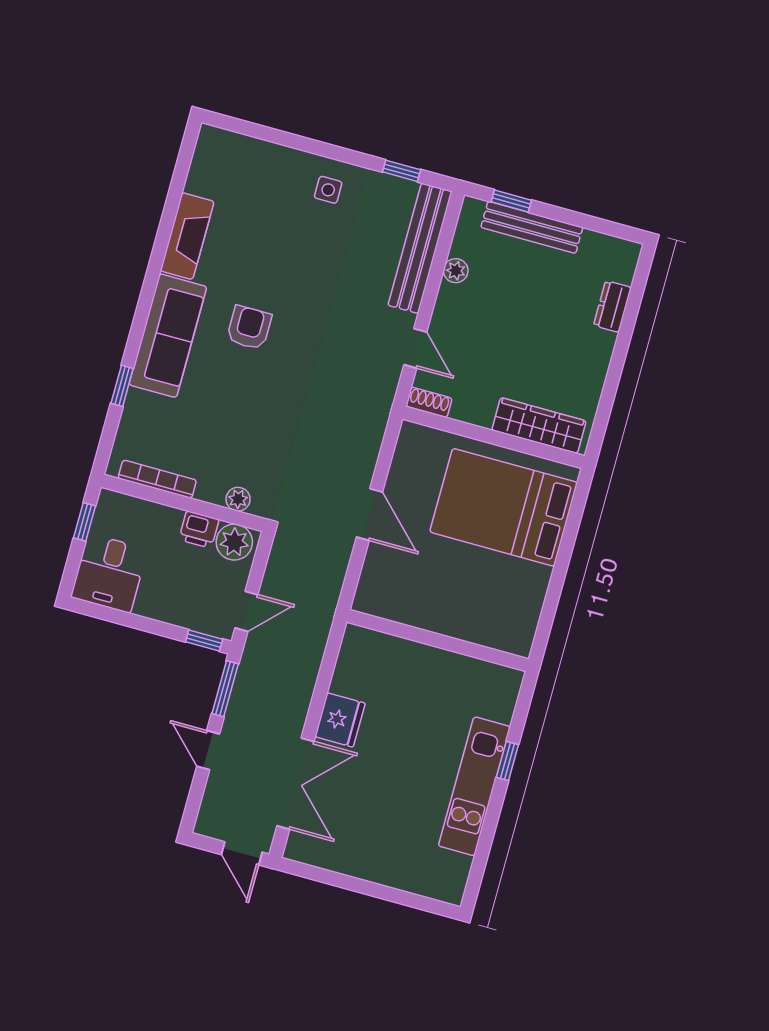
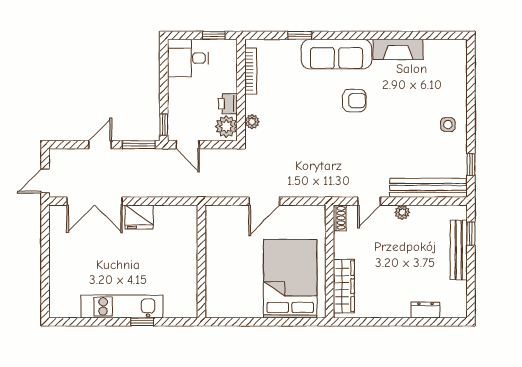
plant: (456, 271) -> (402, 212), moved

